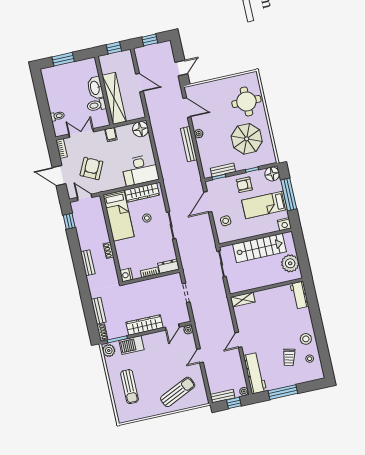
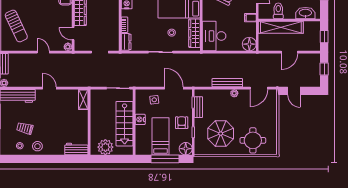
washbasin: (95, 88) -> (305, 13), moved
nightstand: (284, 224) -> (140, 119), moved

